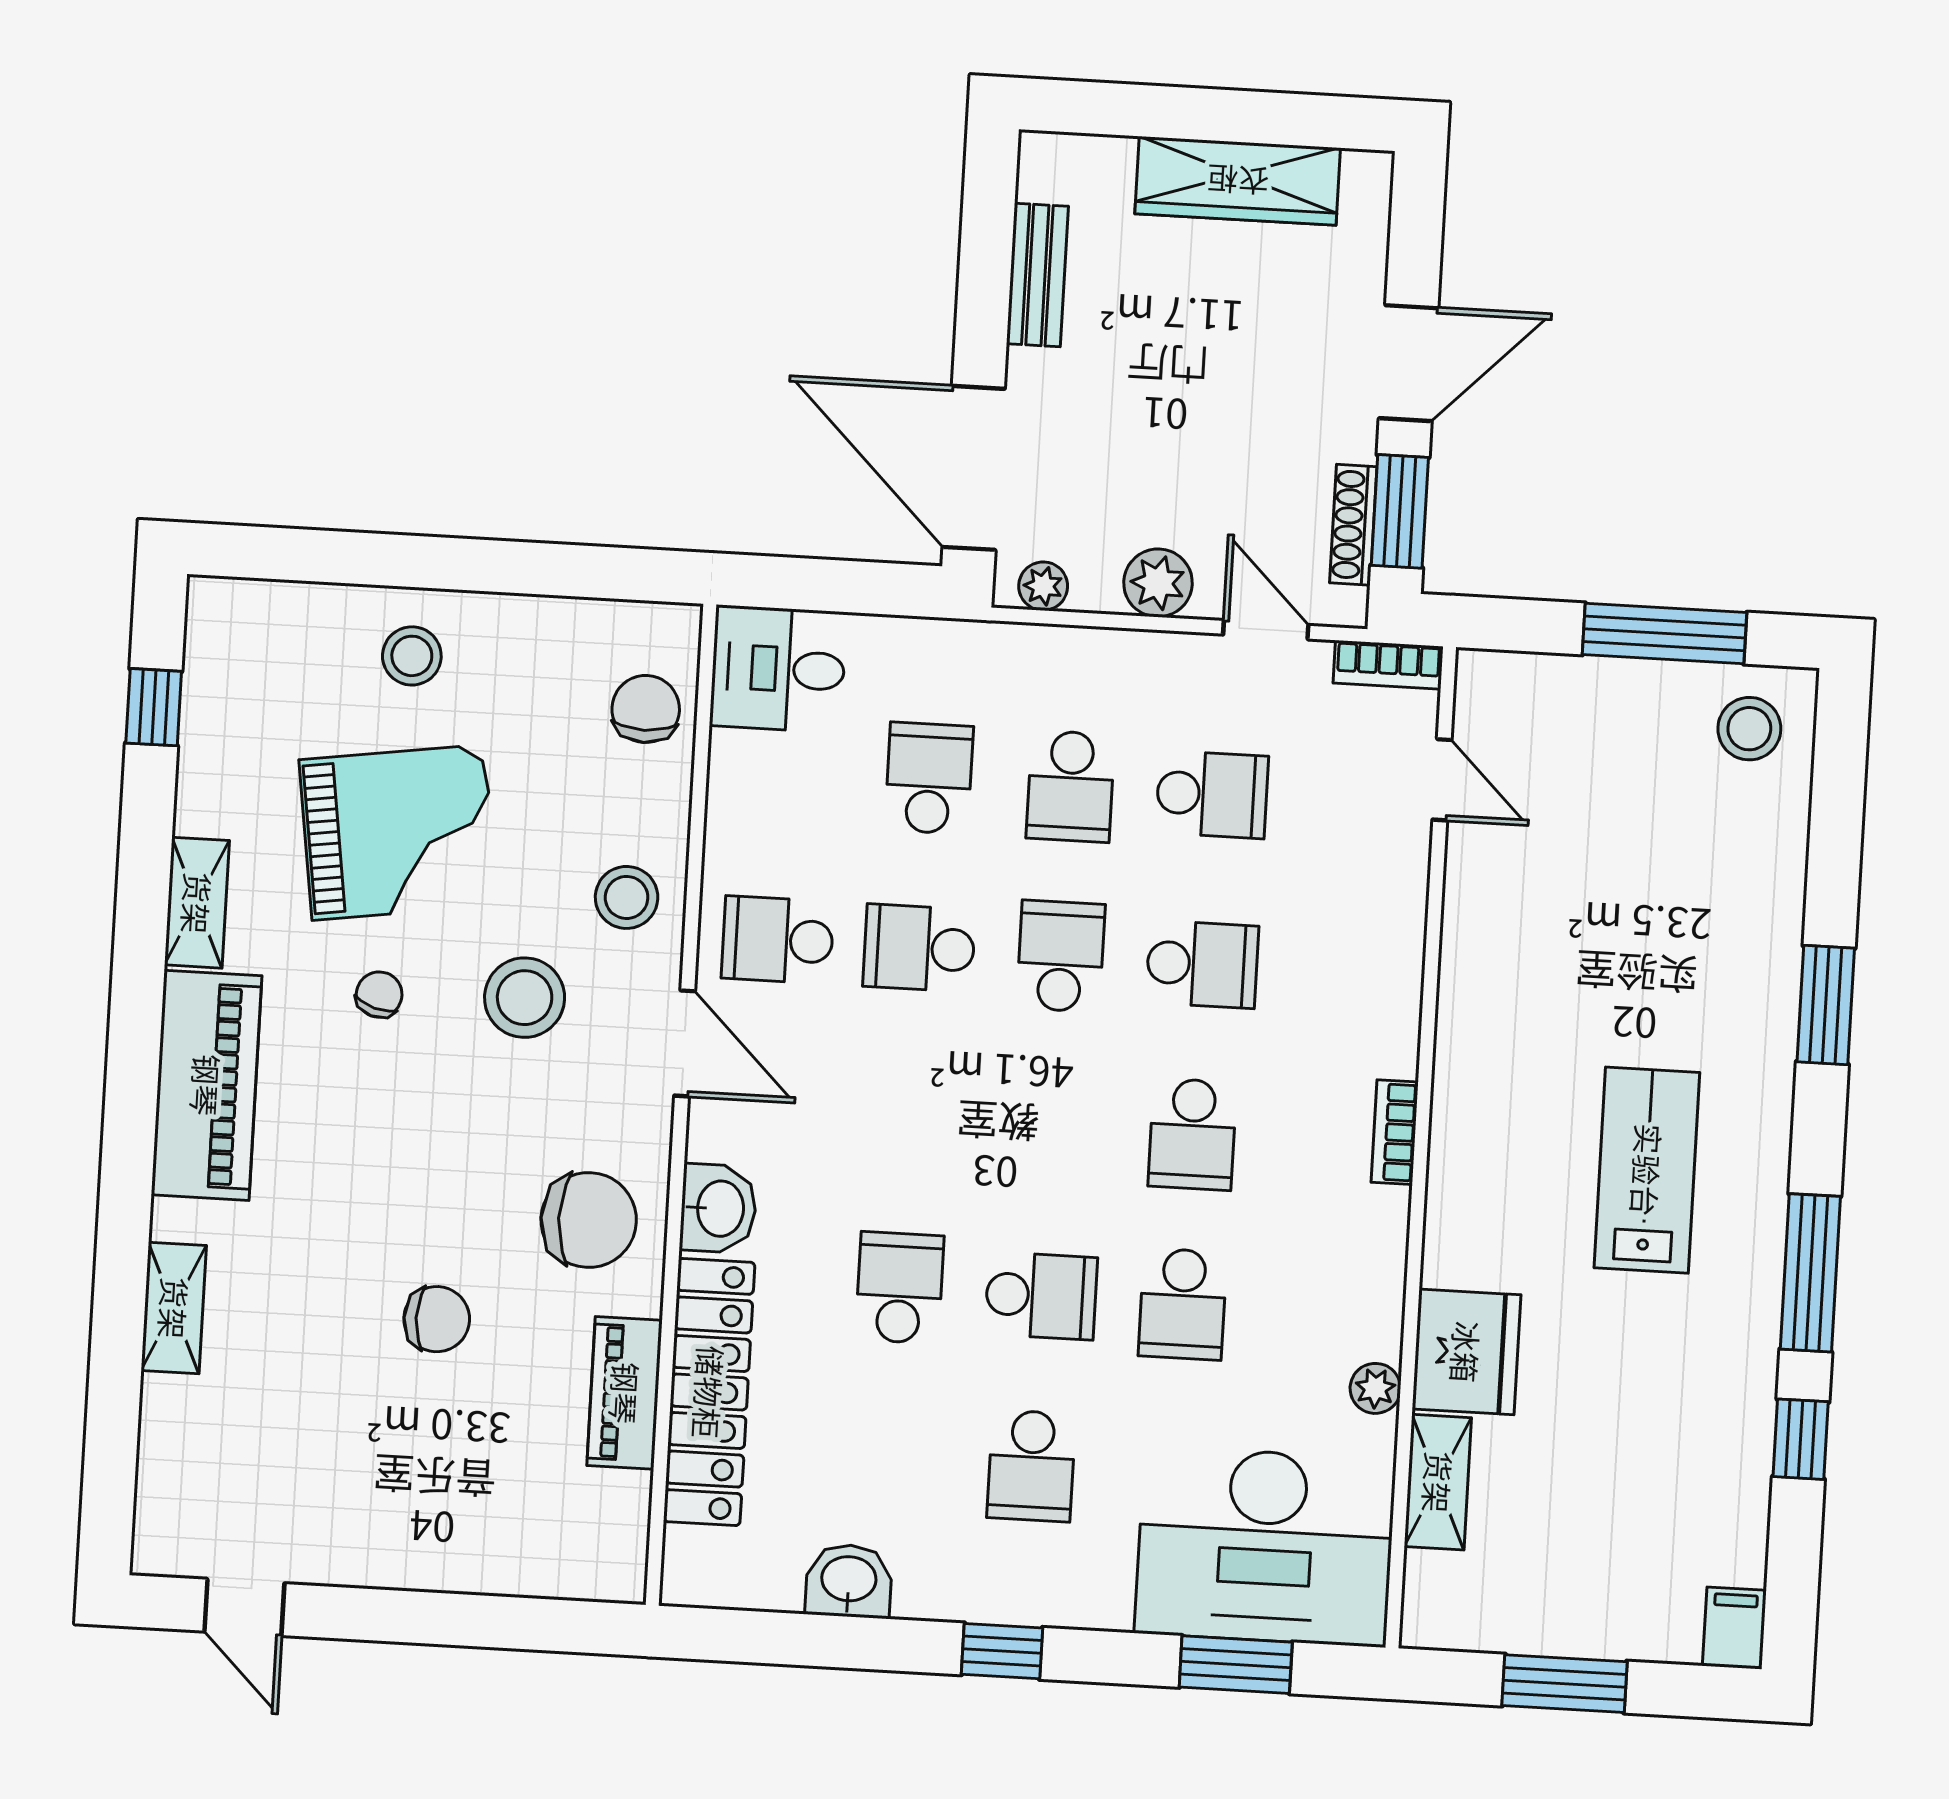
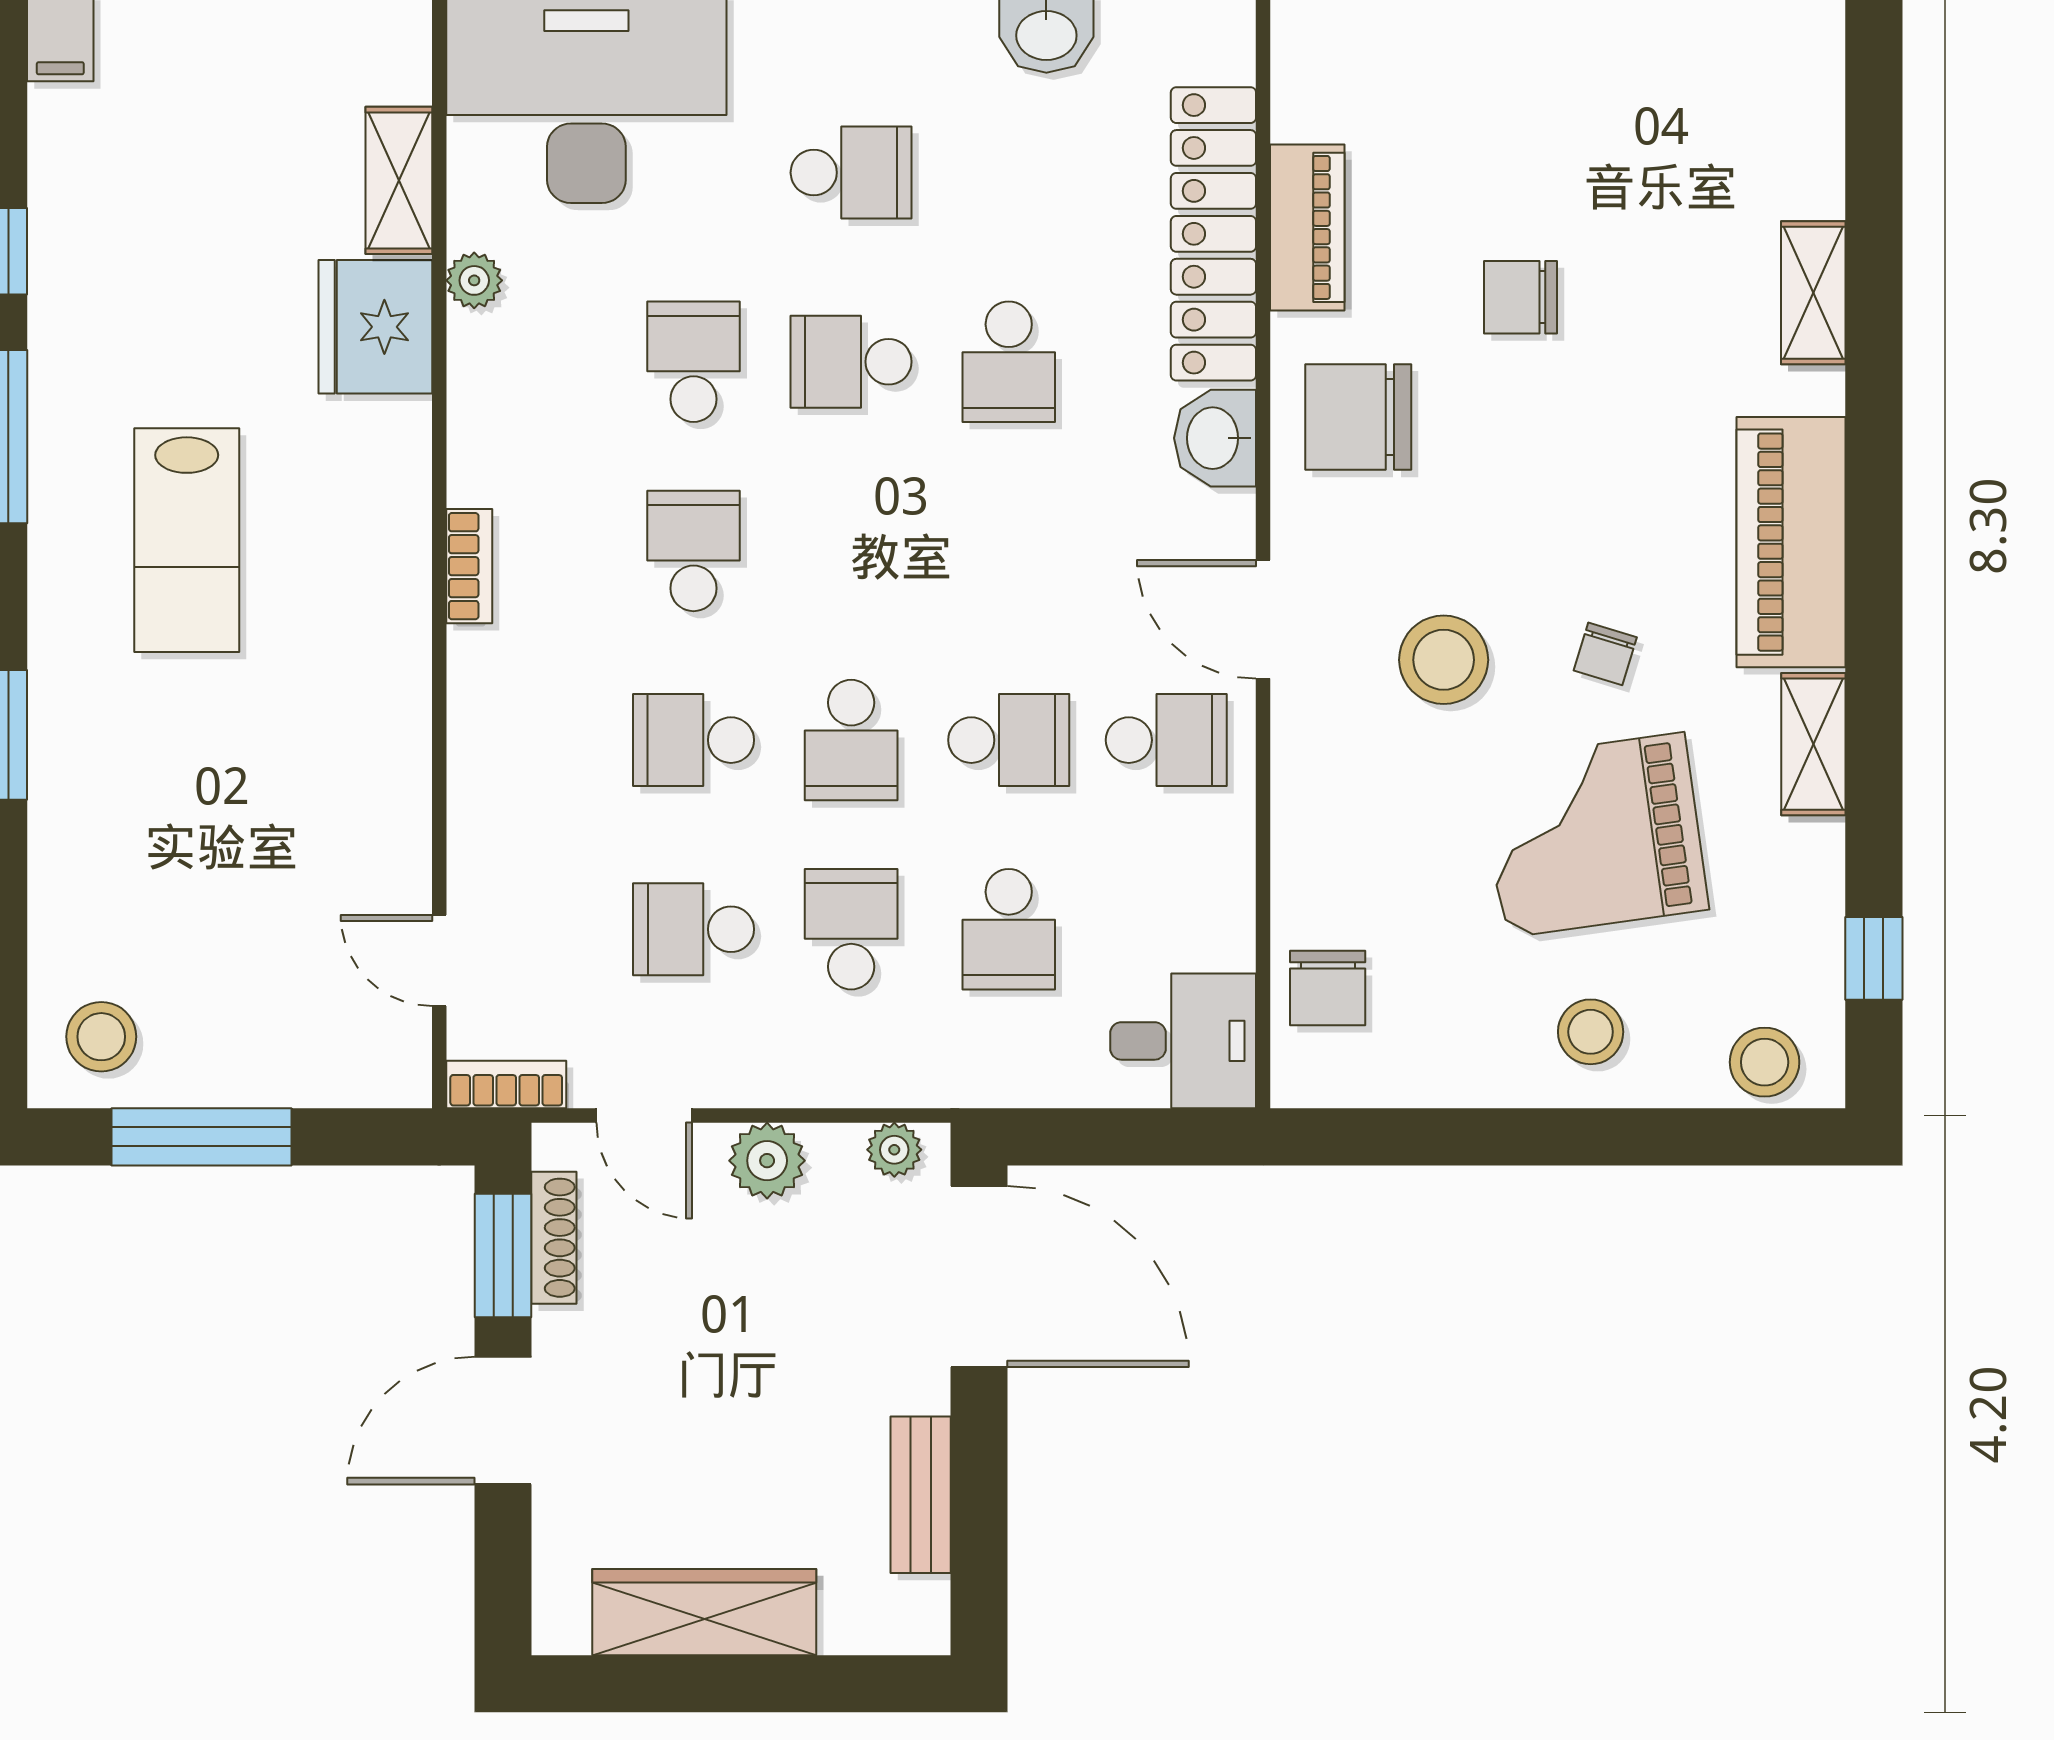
stool: (627, 897) -> (1765, 1062), moved
school desk: (1031, 1466) -> (851, 173), turned 90

